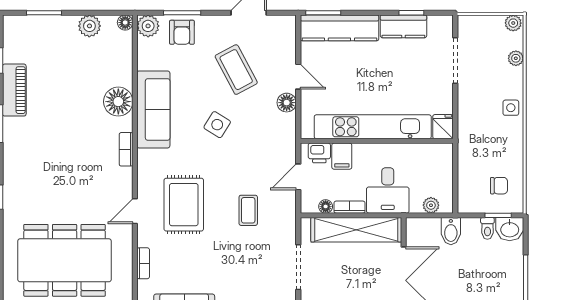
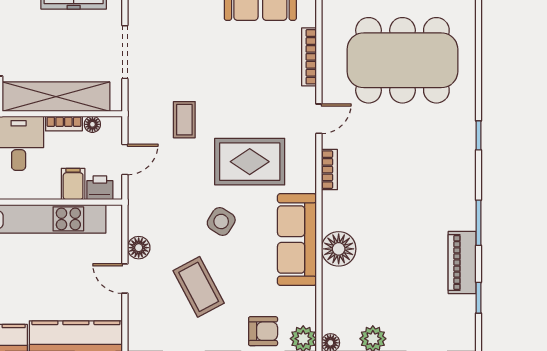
armchair: (182, 32) -> (263, 331), turned 90
bookcase: (126, 149) -> (329, 170), moved
rug: (184, 205) -> (250, 162), moved, turned 90
bookcase: (143, 263) -> (309, 57), width x1.56

